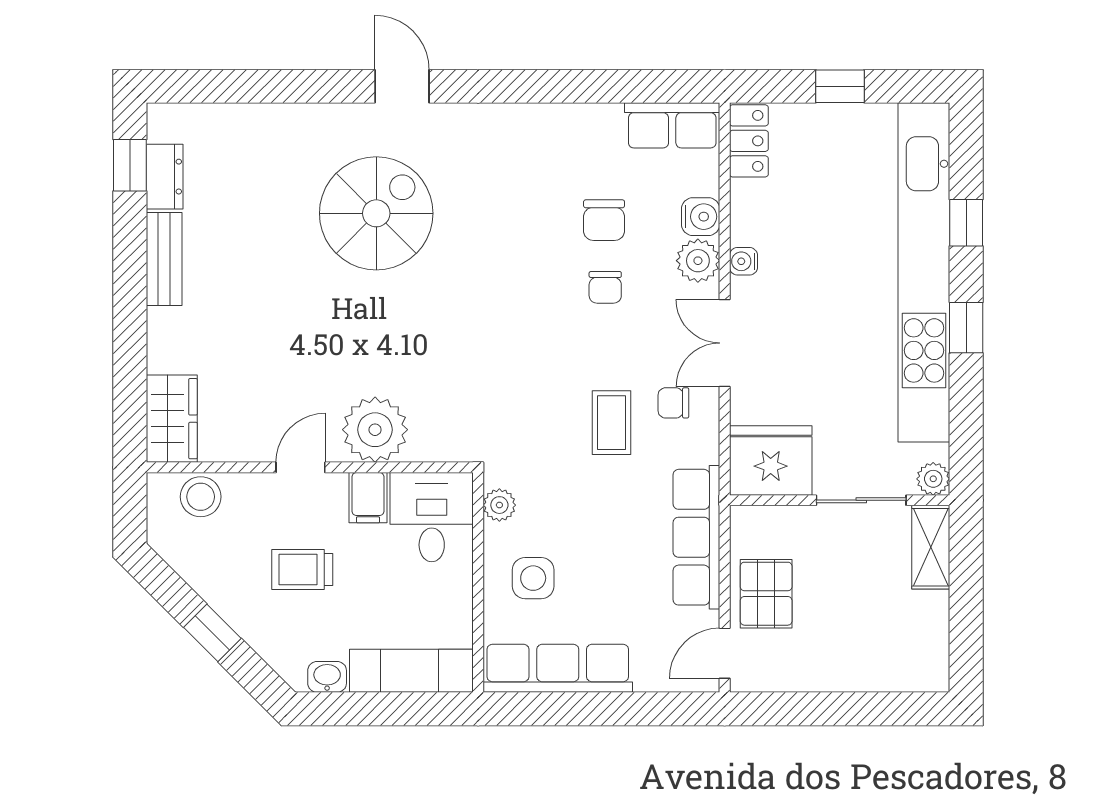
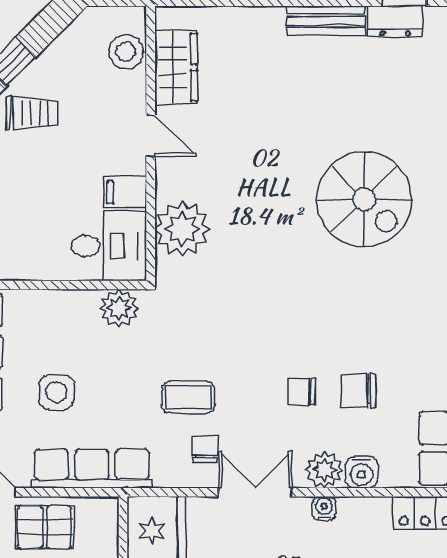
wardrobe: (172, 419) -> (176, 67), moved, turned -90
plant: (375, 430) -> (182, 229), moved
plant: (499, 505) -> (119, 308), width x1.38, depth x1.38
trolley: (302, 569) -> (32, 113), moved, turned 90
side table: (533, 578) -> (56, 392), moved

